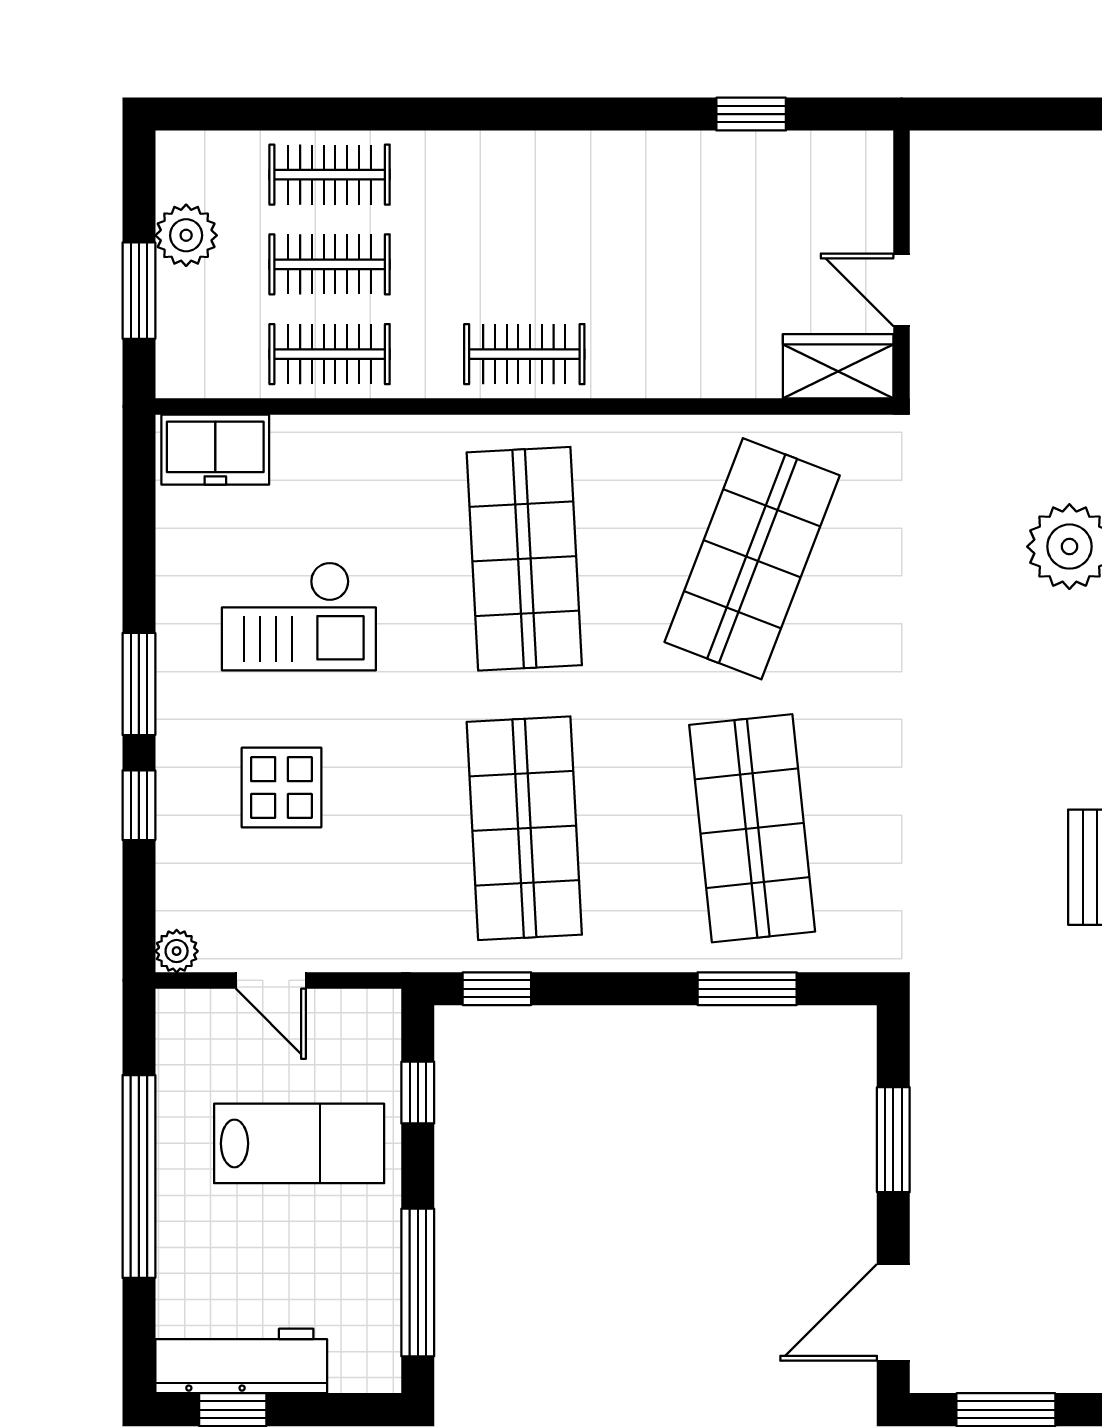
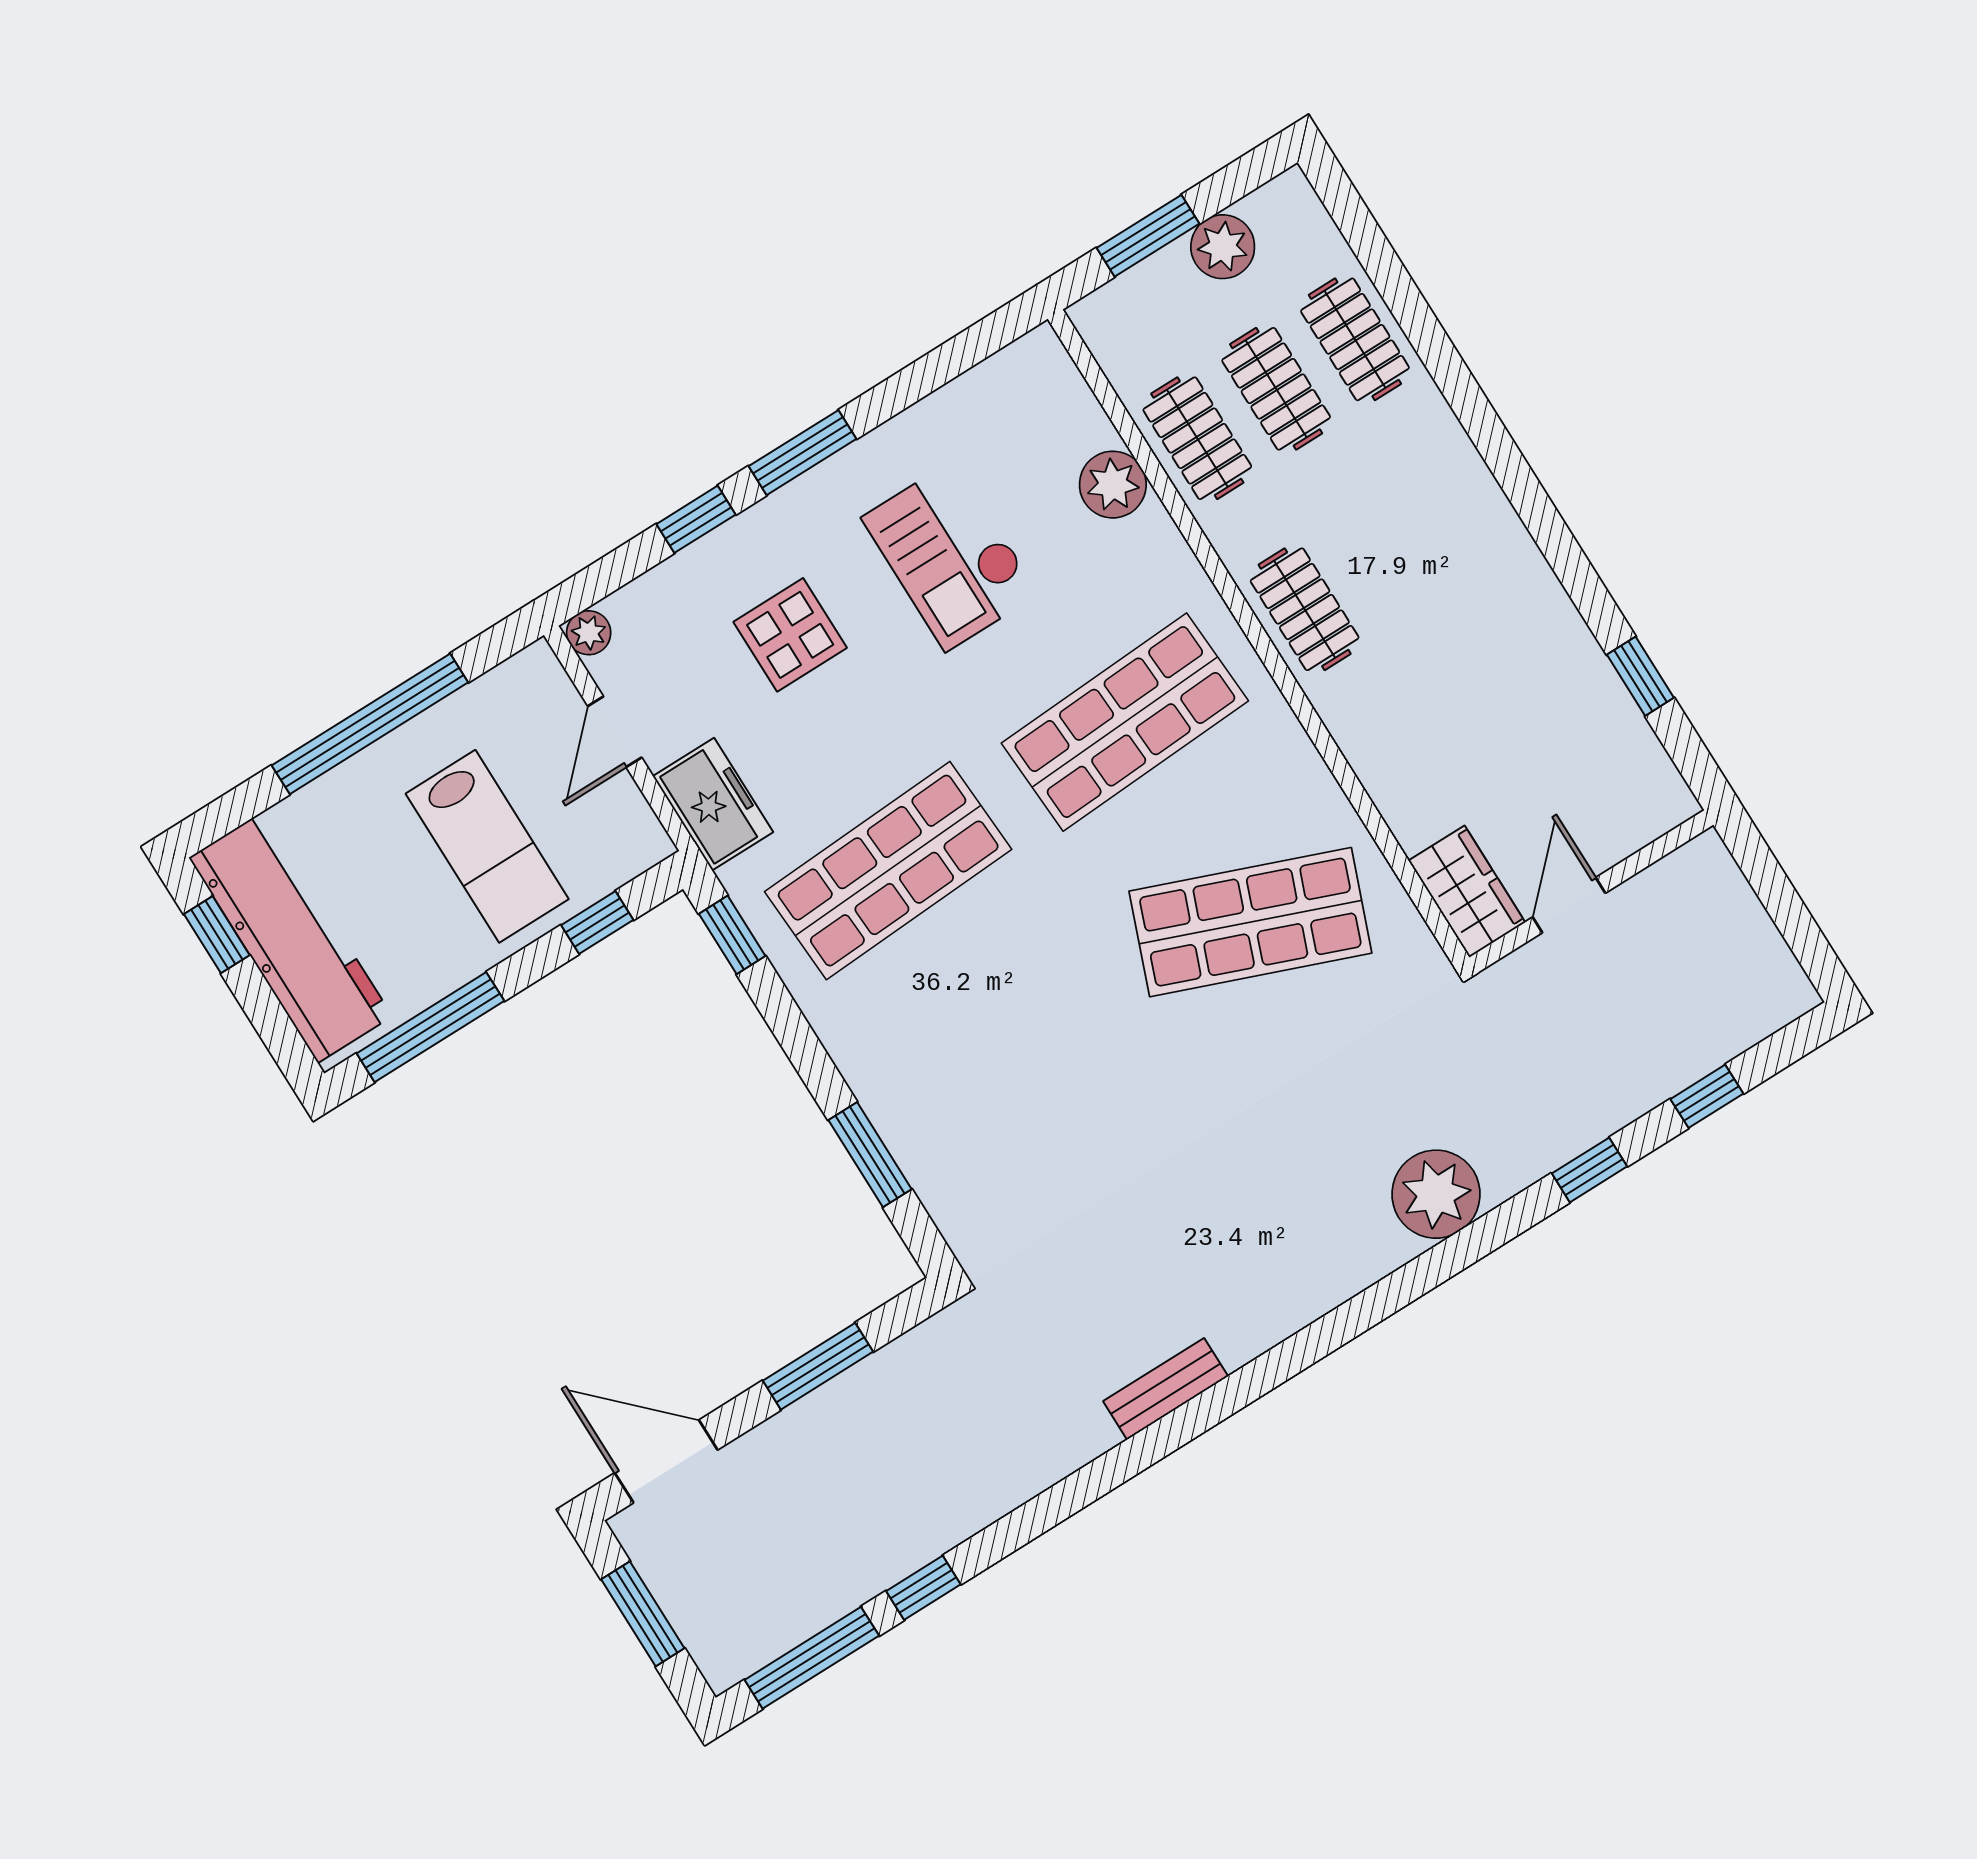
plant: (324, 447) -> (1113, 485), added
freezer: (215, 450) -> (713, 804), moved, turned 180
shop shelf: (752, 828) -> (1014, 1071), removed
workbench: (241, 1361) -> (291, 937), width x1.36, depth x1.32

